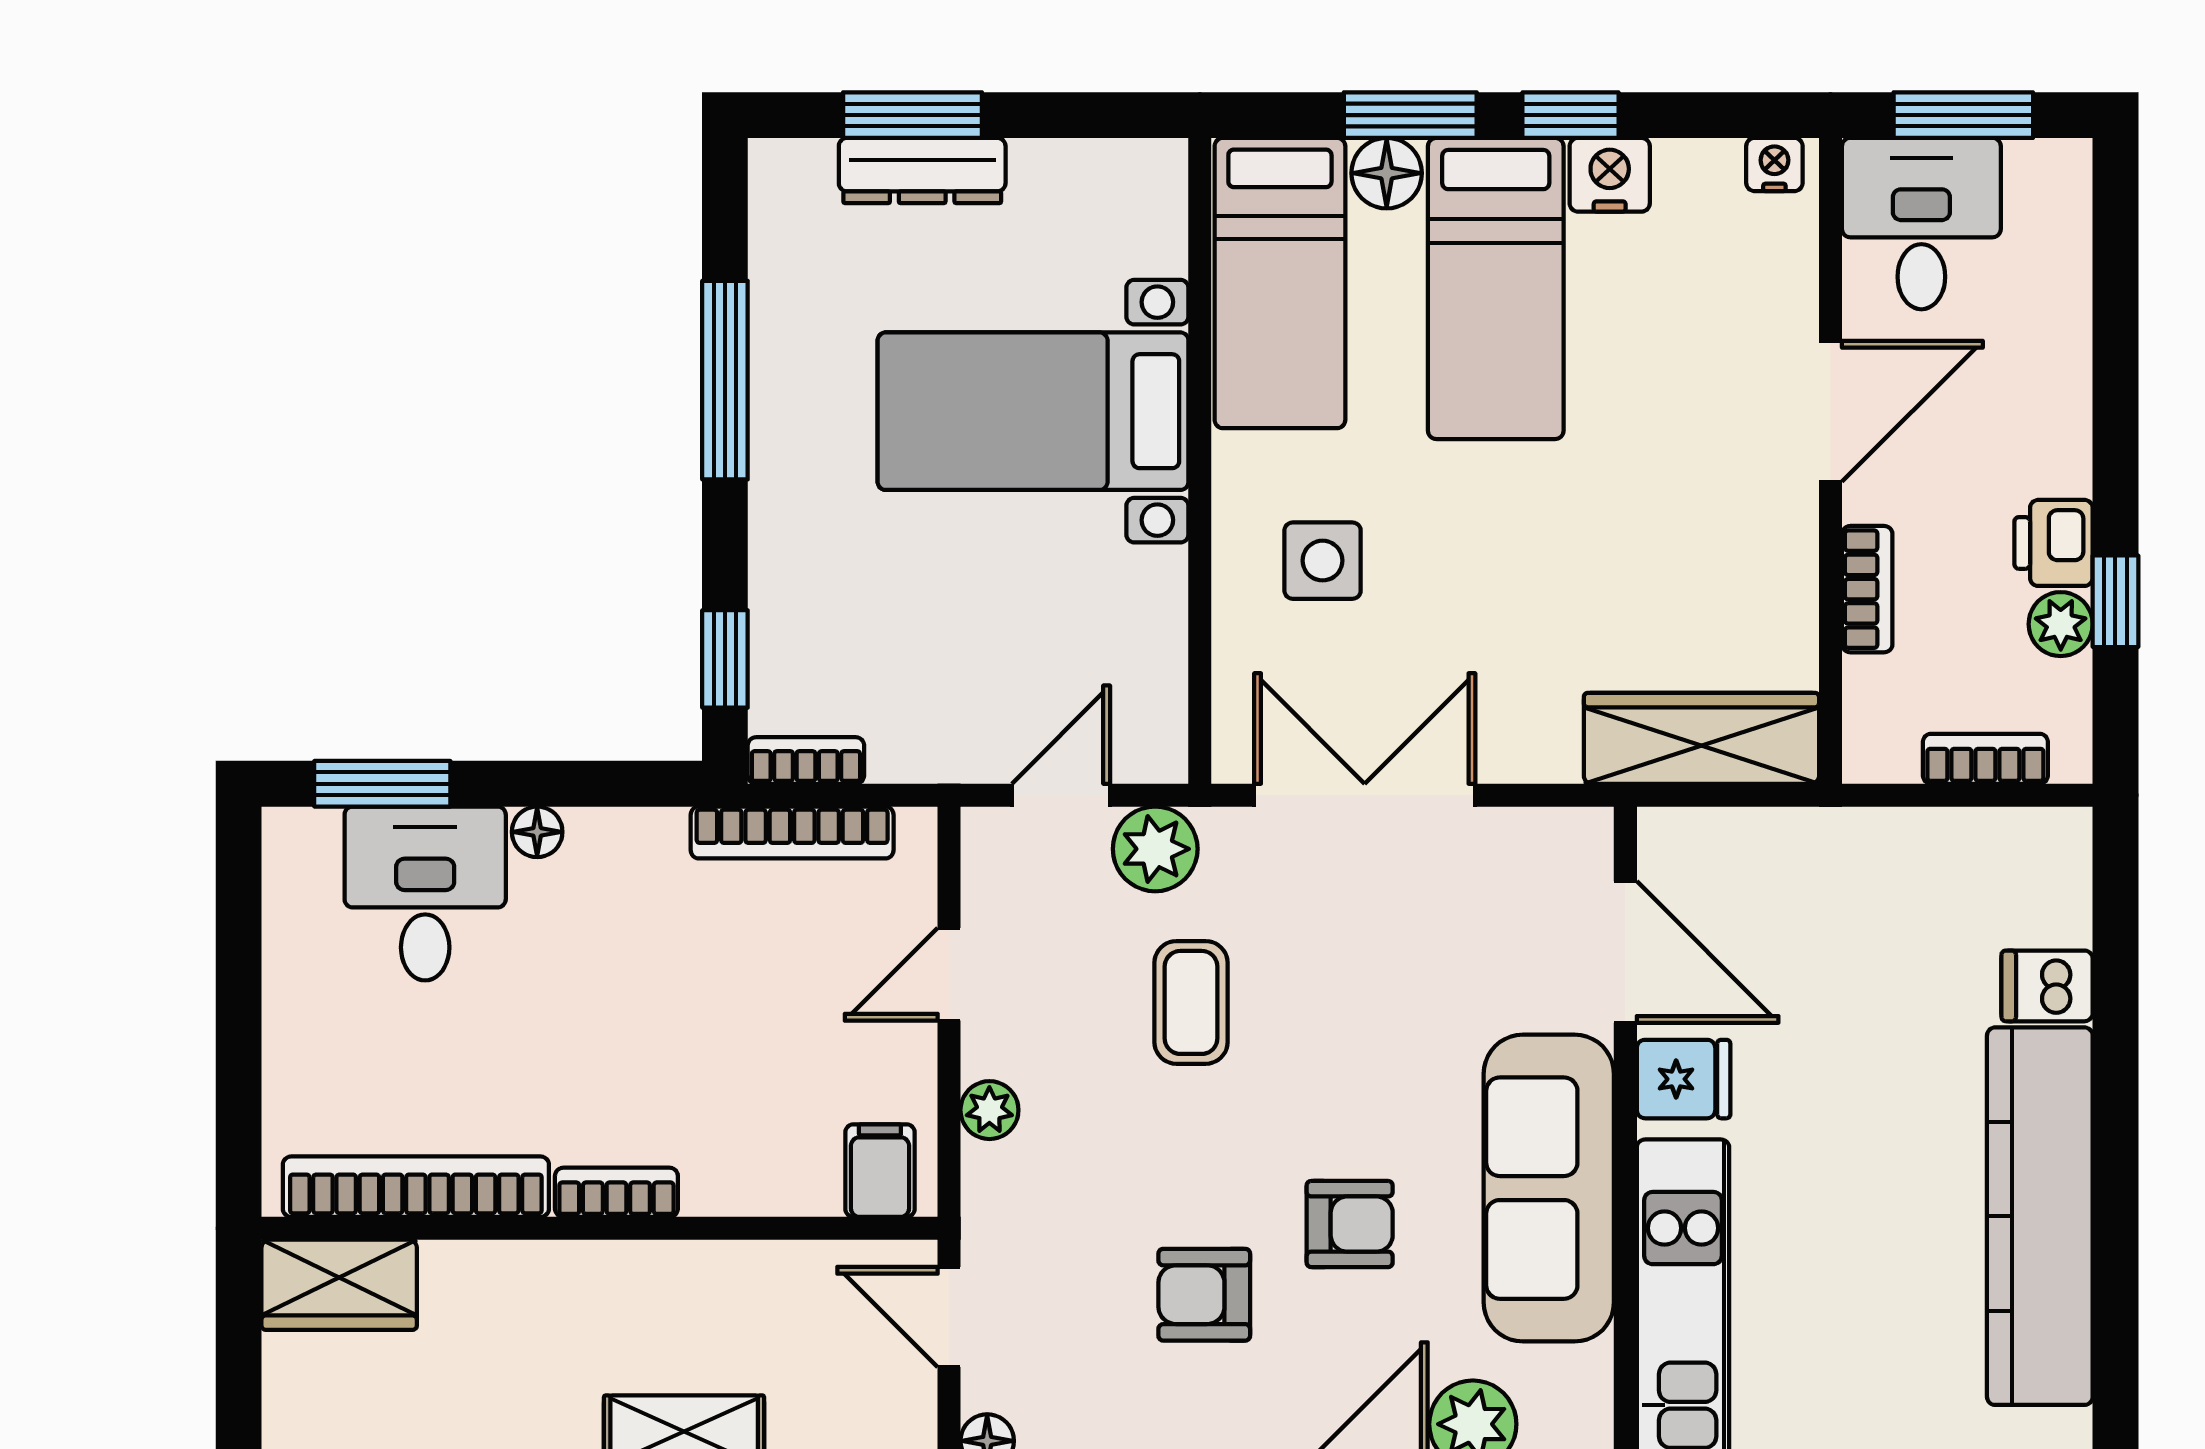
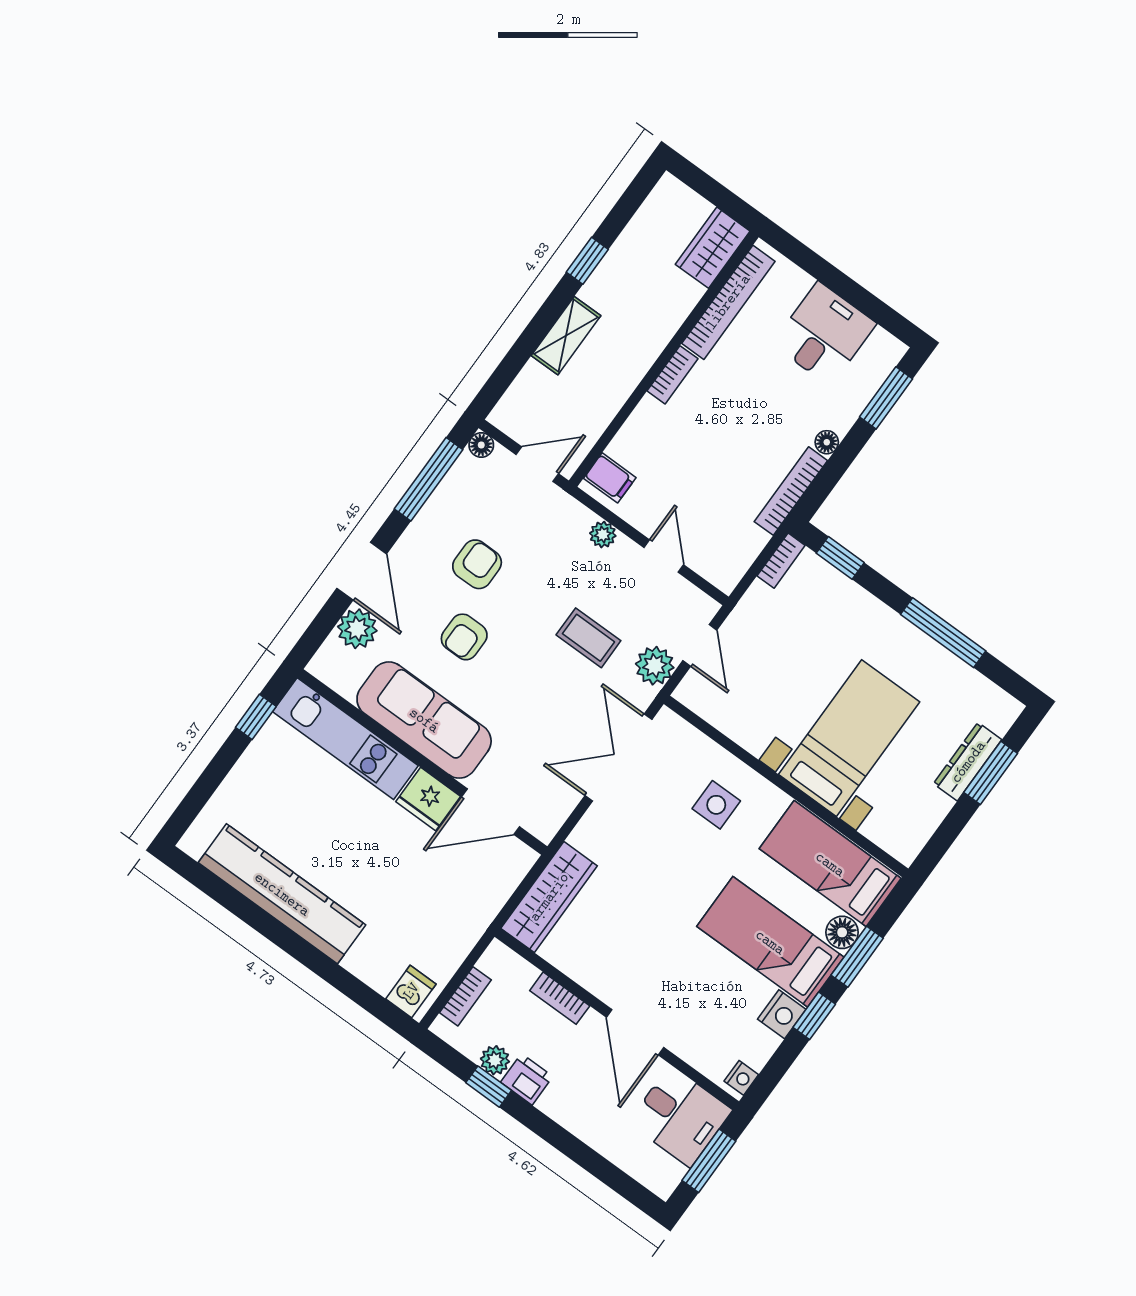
double door: (1365, 795) -> (618, 757), swing flipped
bookcase: (792, 833) -> (791, 491), moved
desk: (425, 894) -> (824, 334), moved, turned -90
dishwasher: (2047, 986) -> (411, 991), moved
fridge: (1684, 1079) -> (428, 799), width x1.38

